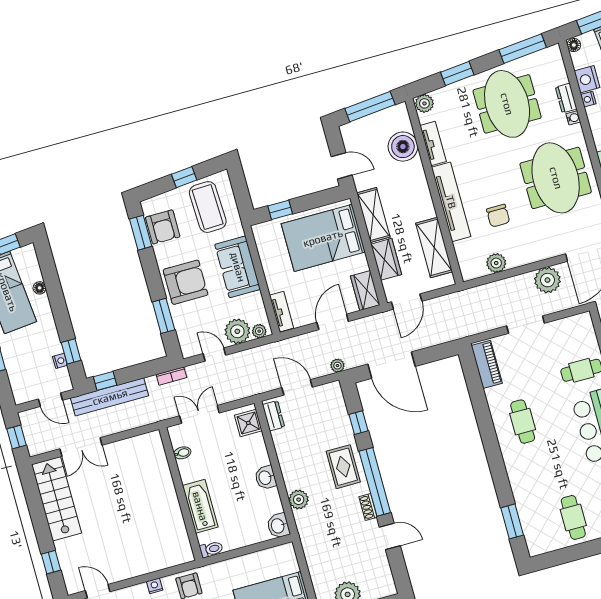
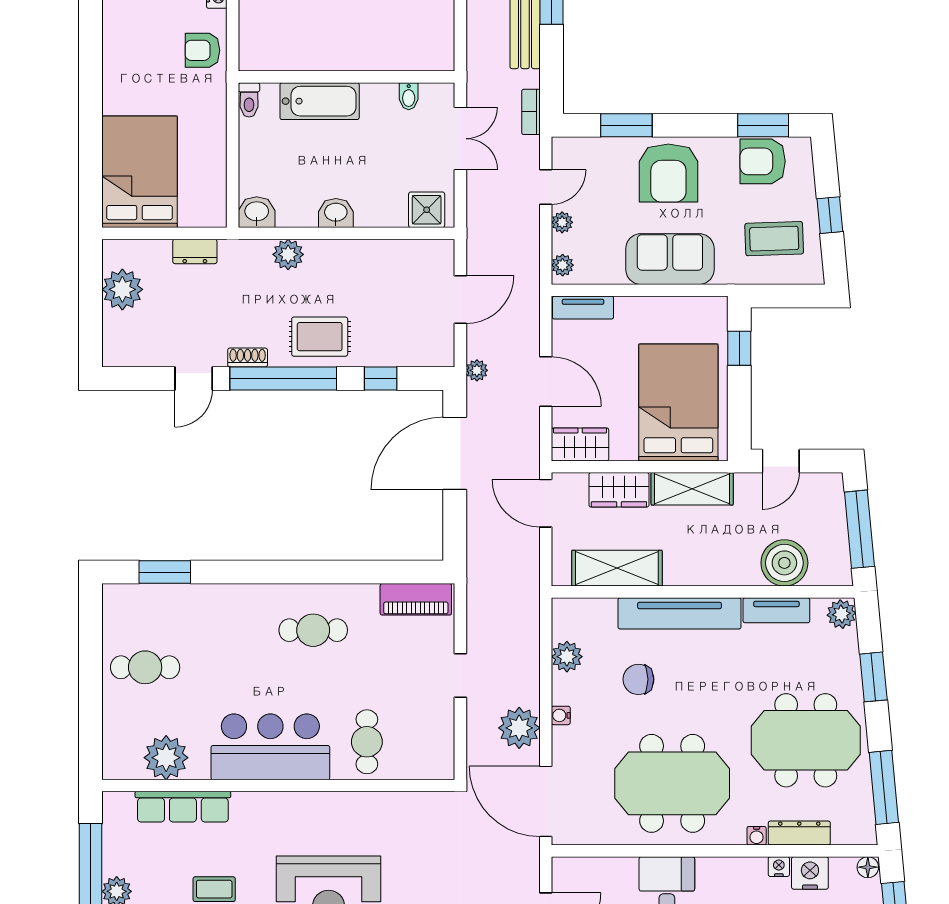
dresser: (566, 98) -> (799, 833), width x1.44
coffee table: (208, 207) -> (774, 239), width x0.73, depth x0.76
water cooler: (533, 257) -> (561, 715), added
doorway: (526, 325) -> (460, 676), width x0.73
plant: (237, 331) -> (562, 222), width x0.53, depth x0.53
dresser: (274, 416) -> (195, 251), moved

